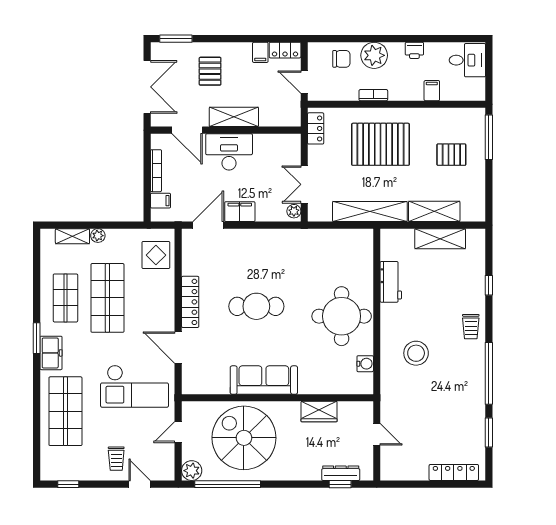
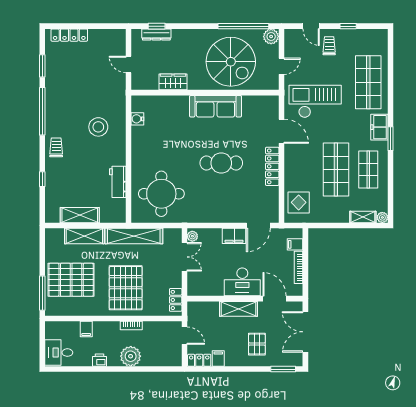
chair: (341, 59) -> (156, 354), removed
pallet: (381, 144) -> (126, 288), turned 90
pallet: (451, 155) -> (71, 280), width x2.05, depth x2.00
plant: (98, 236) -> (382, 217), moved
round table: (342, 316) -> (161, 194), moved
window: (68, 484) -> (348, 26), moved

